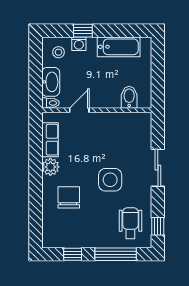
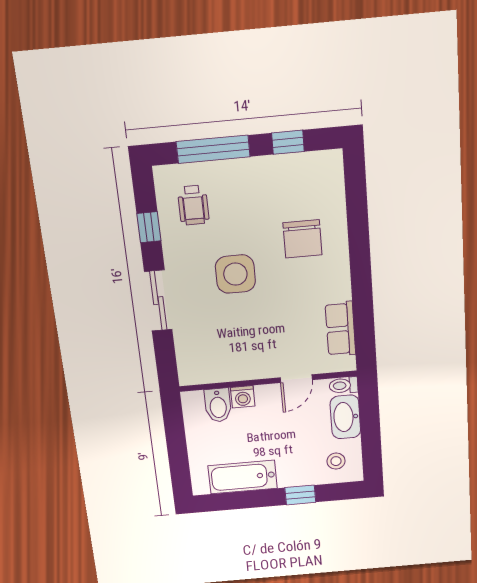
washing machine: (79, 44) -> (243, 397), moved, turned 180
plant: (50, 167) -> (337, 286), removed
wheelchair: (130, 223) -> (193, 205), width x0.73, depth x0.73
window: (158, 226) -> (149, 227), moved

